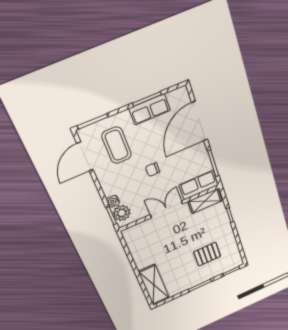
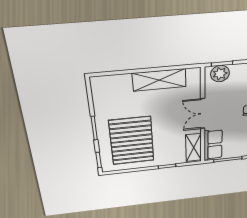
water cooler: (113, 201) -> (236, 69), removed
double door: (167, 209) -> (203, 114), swing flipped
pallet: (207, 254) -> (132, 141), width x2.05, depth x2.00
shelving: (154, 285) -> (159, 80), moved

